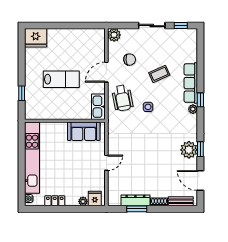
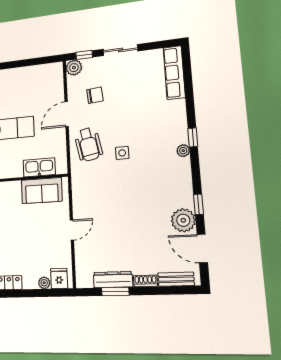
window: (181, 26) -> (84, 55), moved
coffee table: (159, 74) -> (134, 109), removed
row of seats: (191, 83) -> (174, 72), moved
kitchen sink: (98, 107) -> (39, 167), moved, turned 90
plant: (189, 150) -> (183, 220), moved

